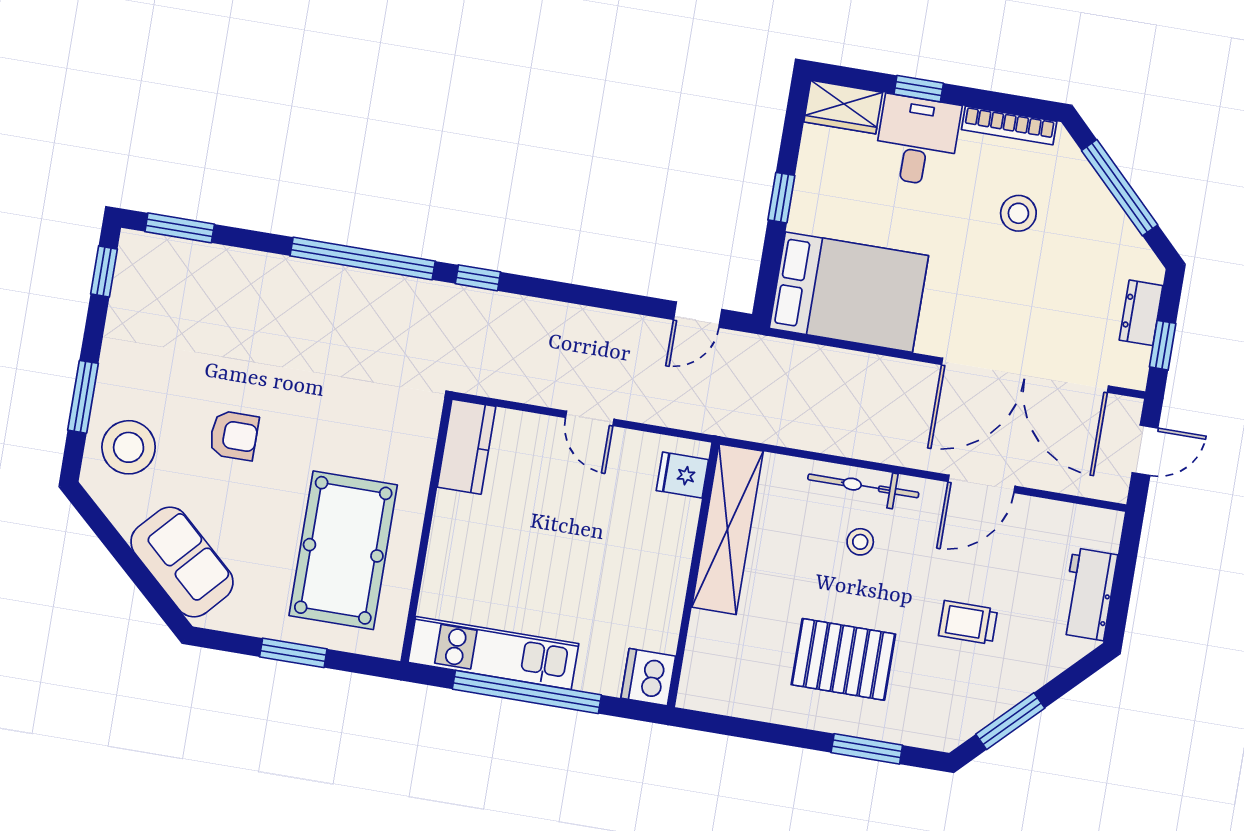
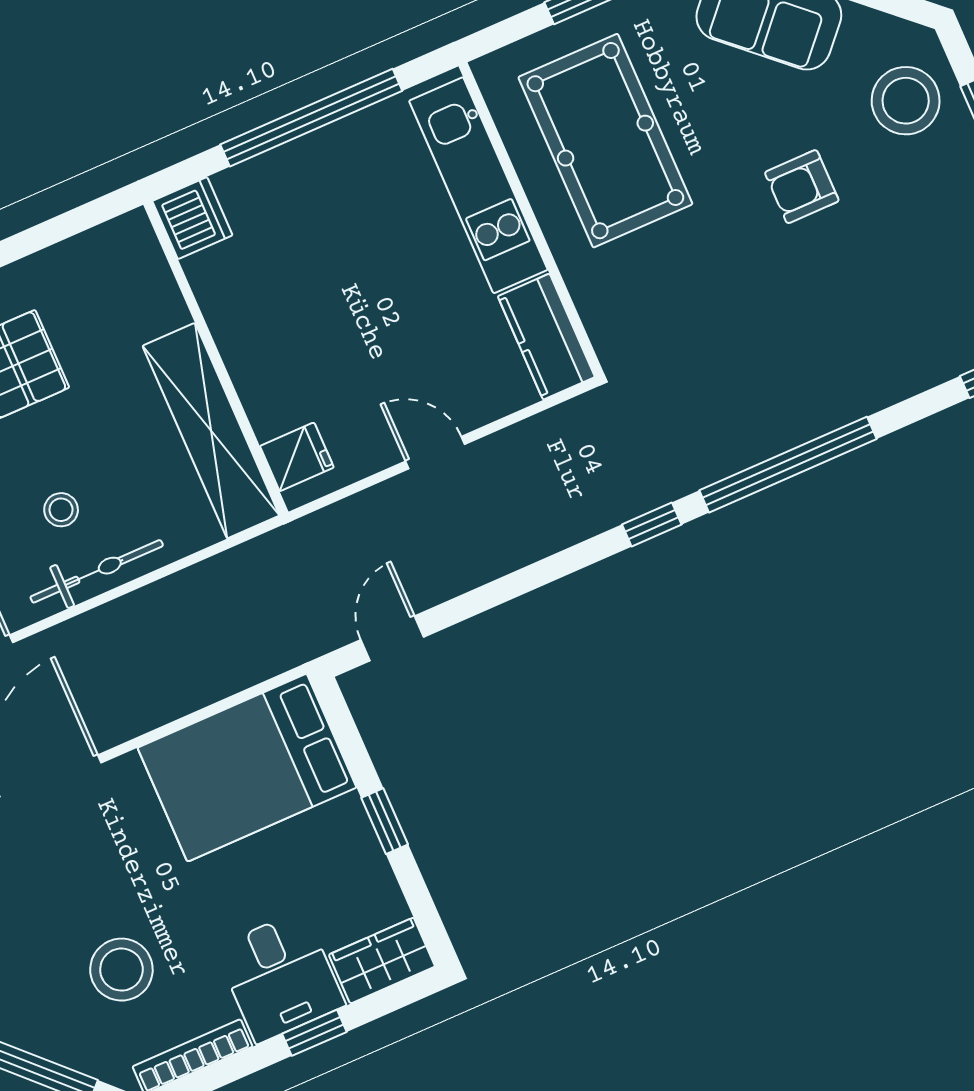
stool: (1018, 213) -> (121, 970), width x1.38, depth x1.38
kitchen unit: (493, 653) -> (478, 185), moved, turned 90

